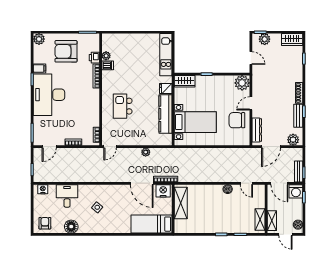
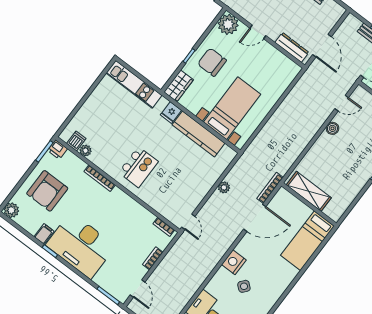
printer: (94, 58) -> (57, 150), moved
dishwasher: (108, 65) -> (76, 141), moved
door: (251, 103) -> (258, 32), hinge flipped
kitchen island: (123, 106) -> (138, 167), moved, turned -90
chair: (237, 120) -> (212, 62), moved, turned 90
plant: (293, 140) -> (333, 16), removed
nightstand: (163, 191) -> (234, 262), moved

